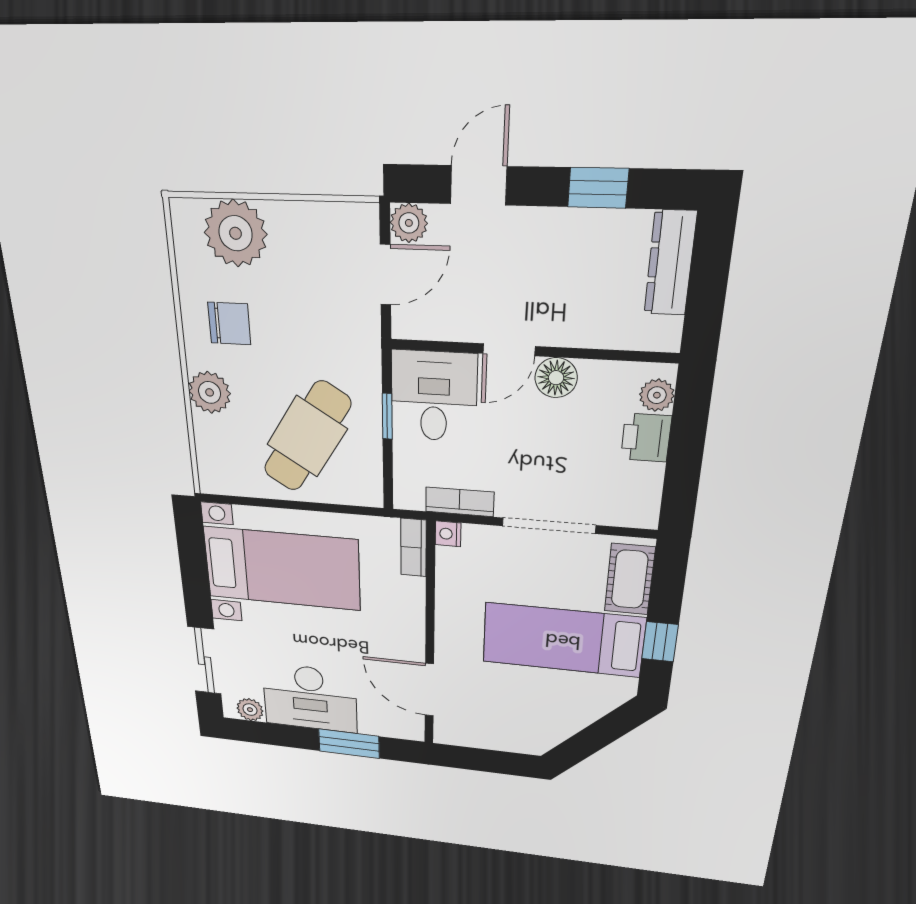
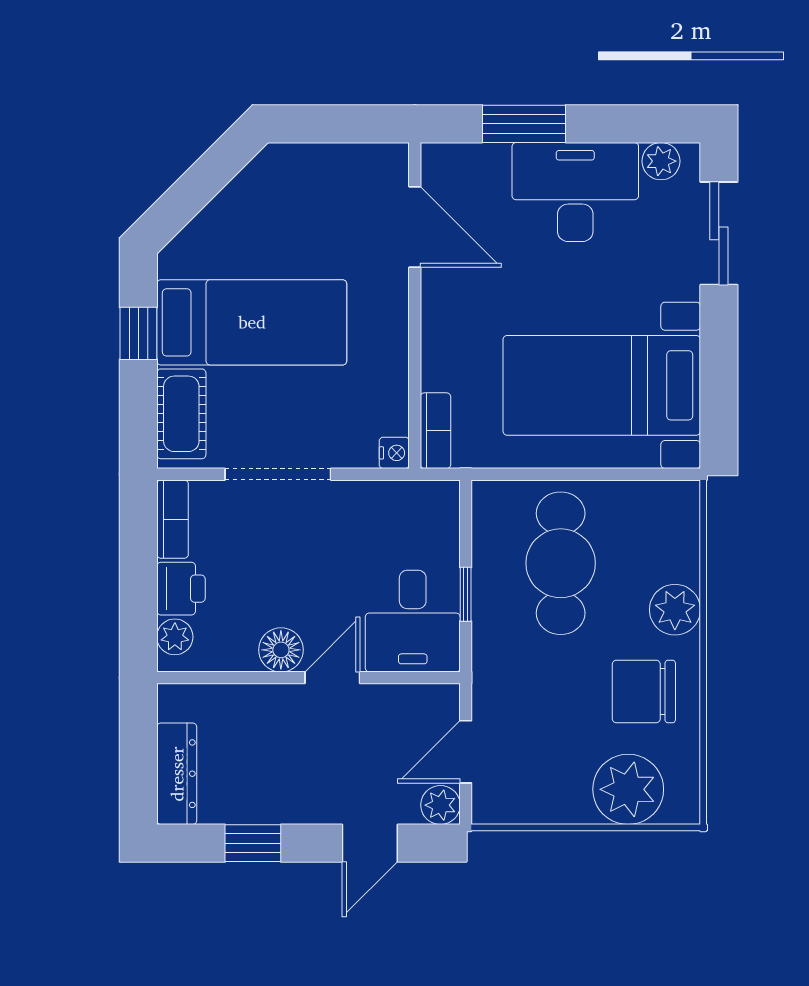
chair: (229, 324) -> (644, 691), width x1.37, depth x1.37
cafe table: (307, 437) -> (561, 563), turned -32
bookcase: (460, 502) -> (173, 519), moved, turned -90

